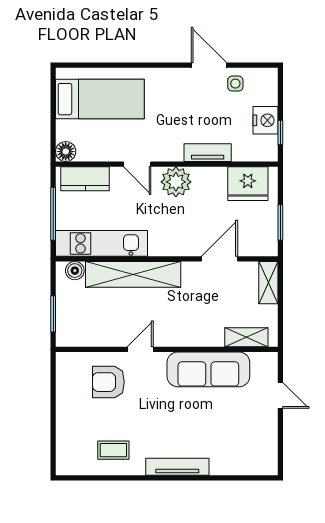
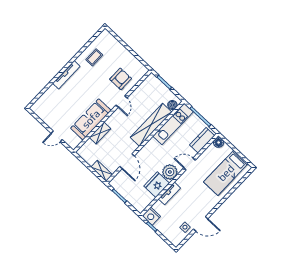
nightstand: (265, 120) -> (151, 216), moved
fridge: (248, 184) -> (157, 185), moved
shelving: (246, 337) -> (100, 133), moved

